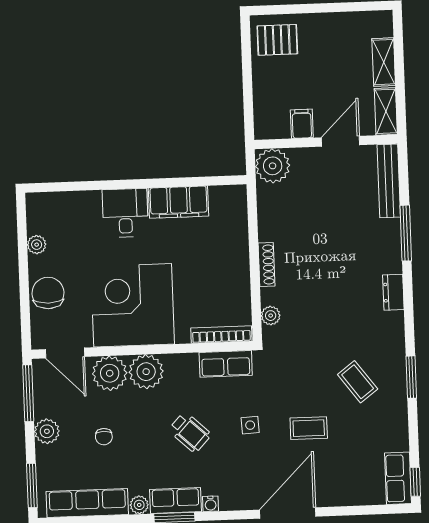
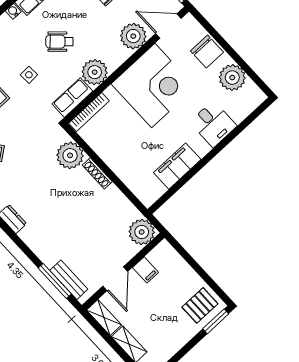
window: (275, 10) -> (216, 321), added
bench: (389, 181) -> (69, 280), width x0.73
desk: (125, 213) -> (213, 124), moved
window: (406, 233) -> (55, 281), moved
plant: (37, 245) -> (232, 78), width x1.88, depth x1.88
plant: (271, 316) -> (70, 155), width x1.88, depth x1.88
plant: (146, 372) -> (95, 72), moved

